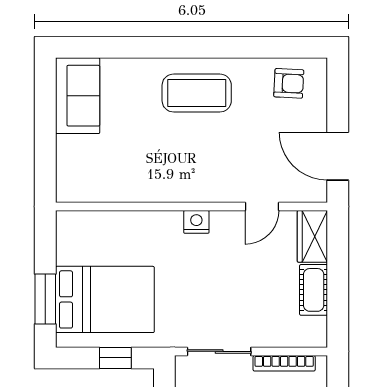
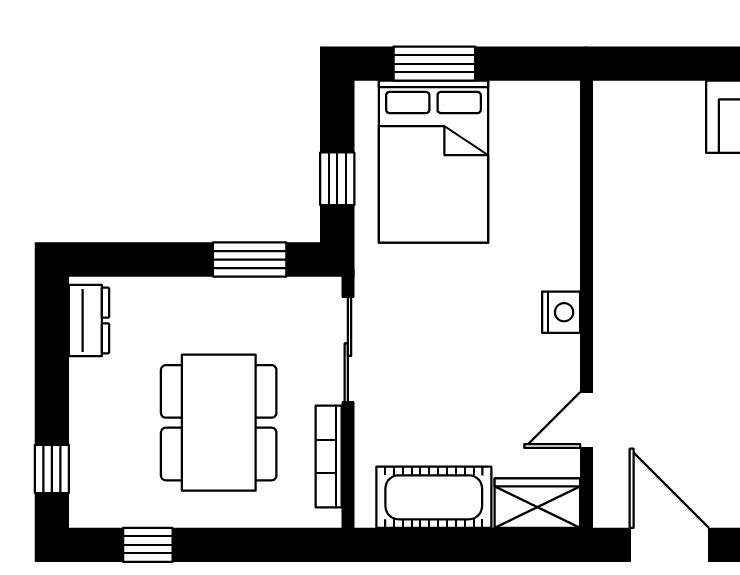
door: (338, 156) -> (669, 545), hinge flipped
door: (262, 206) -> (586, 420), hinge flipped
cot: (314, 290) -> (434, 497), width x1.37, depth x1.34

